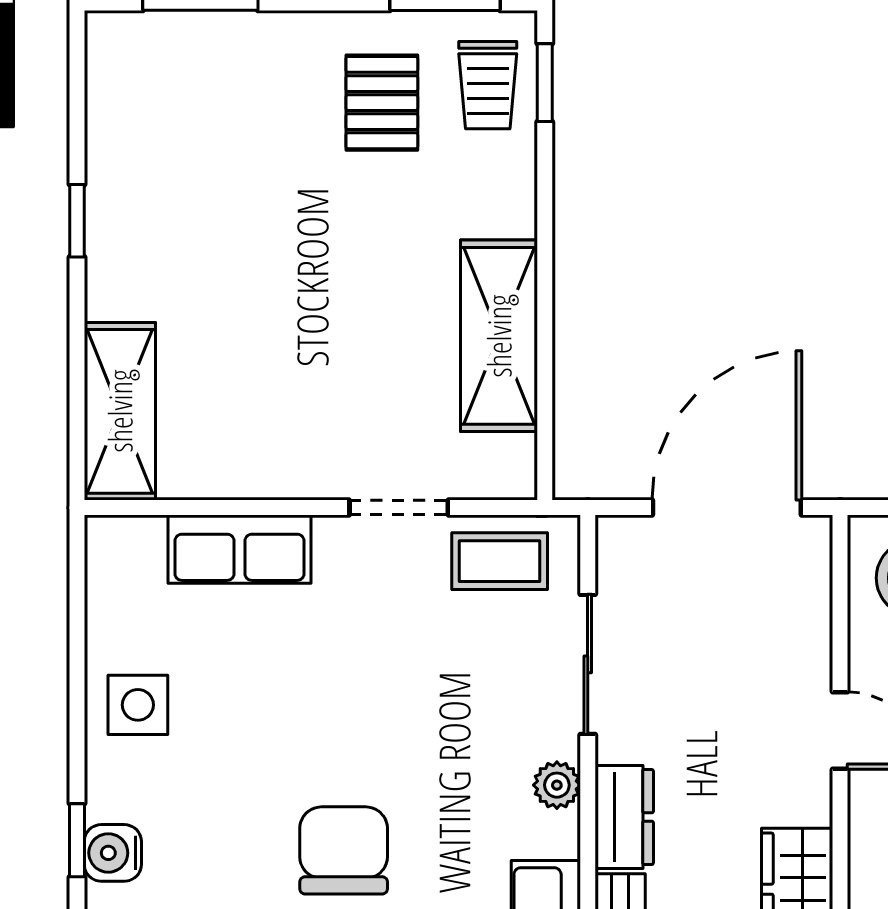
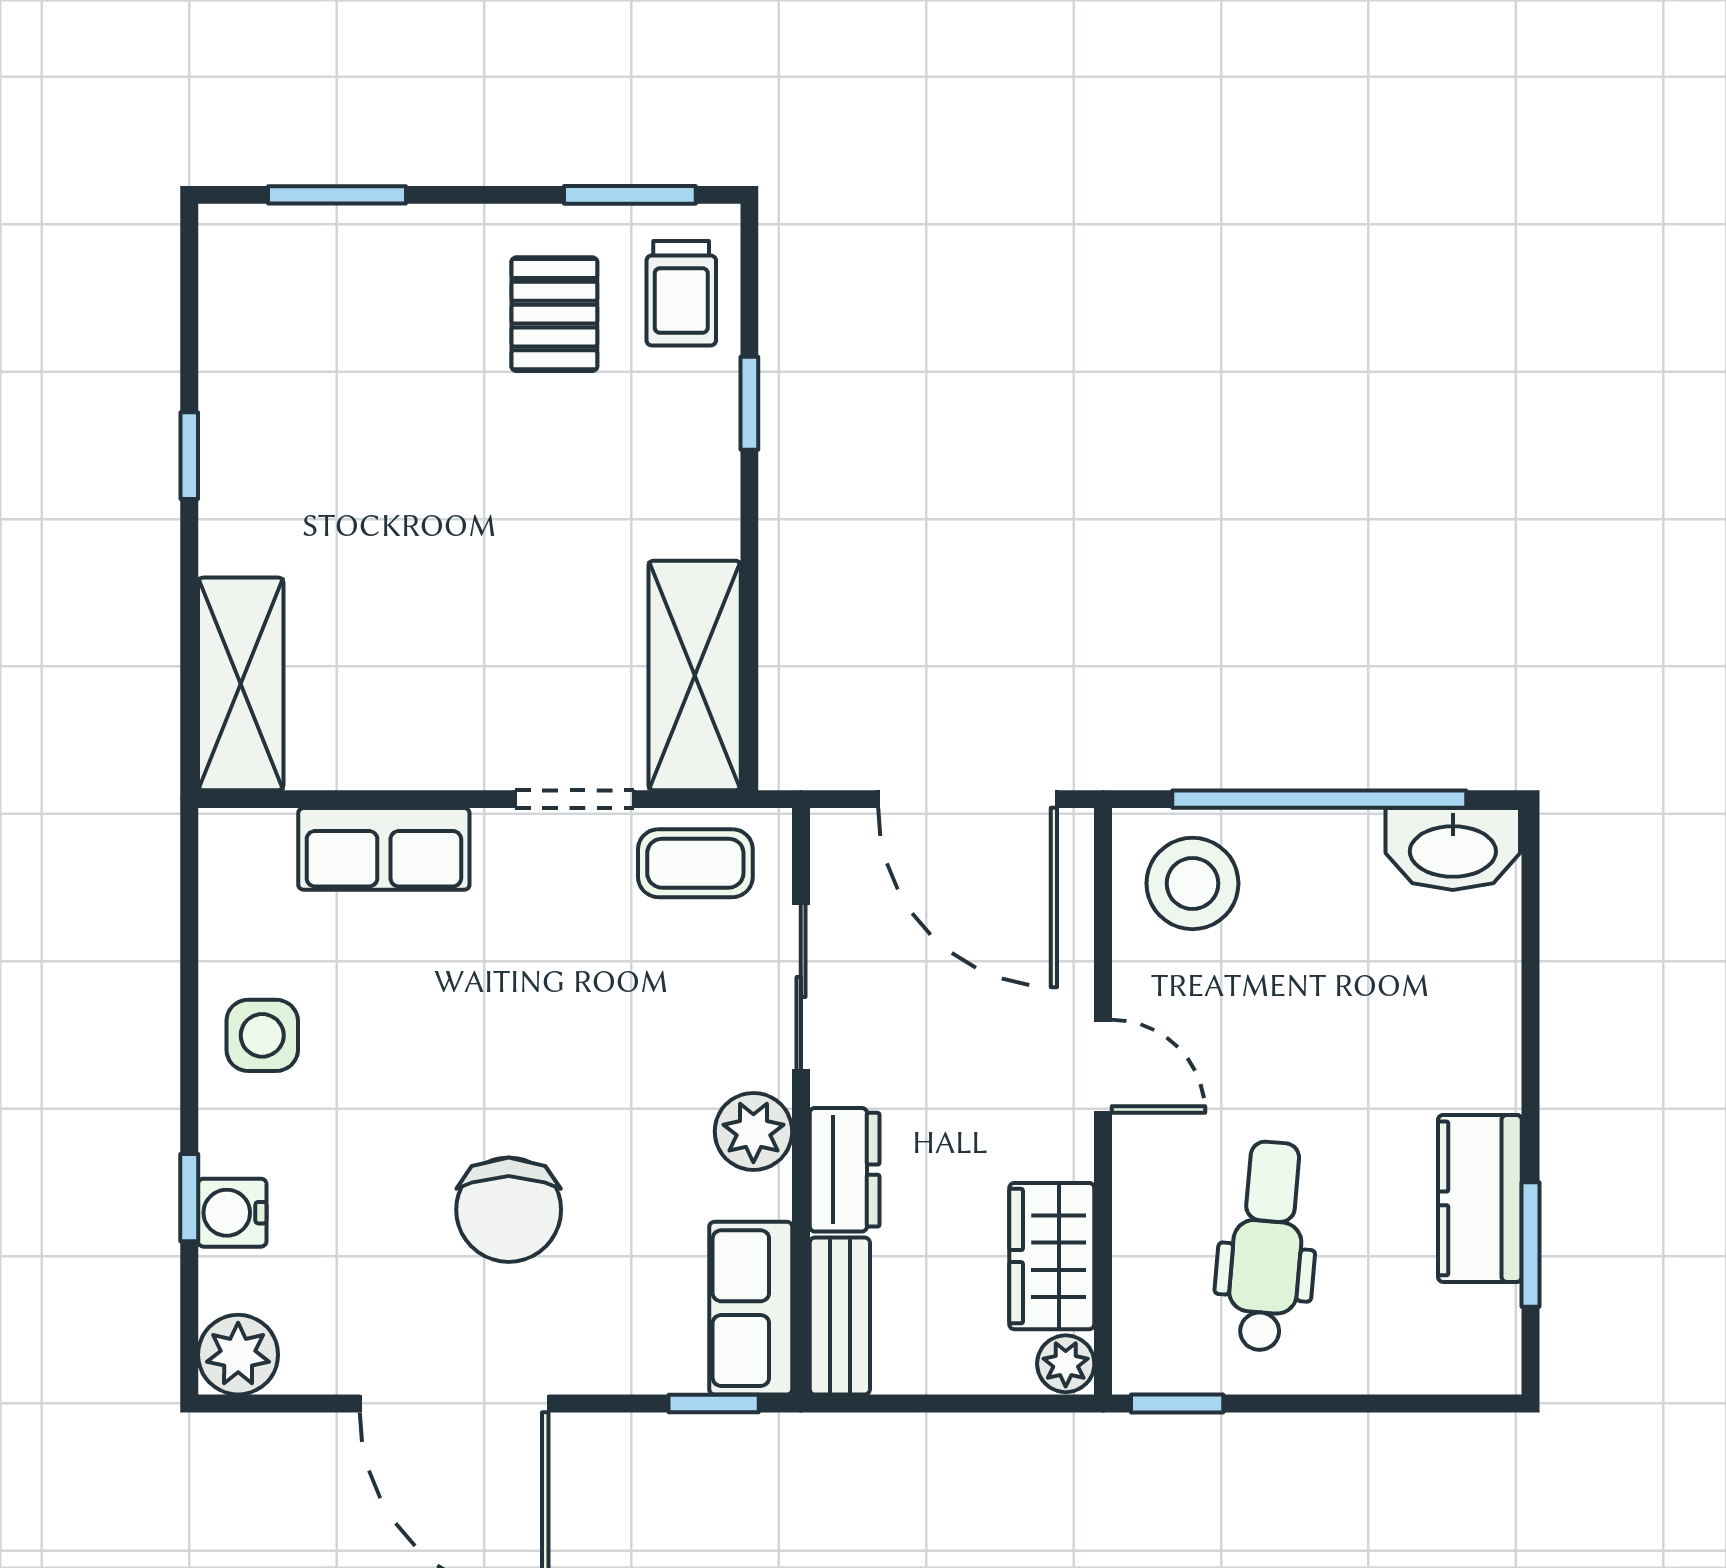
window: (545, 83) -> (749, 403), moved
shelving: (499, 336) -> (695, 675), moved
door: (727, 508) -> (968, 799), swing flipped
plant: (557, 785) -> (753, 1131), width x1.38, depth x1.38
chair: (344, 850) -> (509, 1210), turned 180

